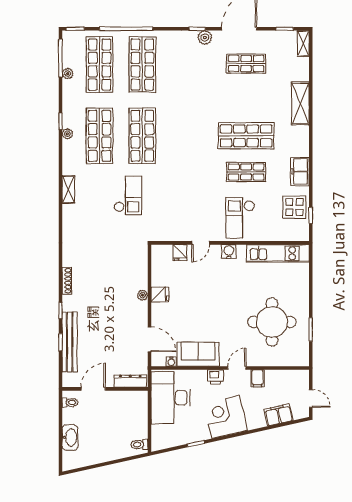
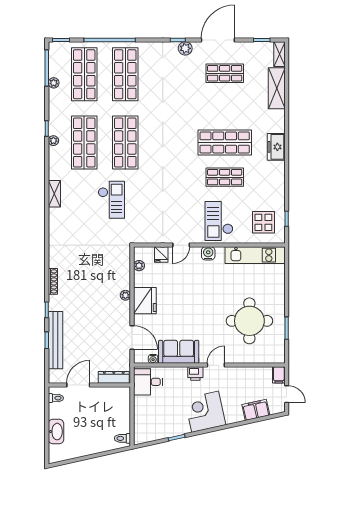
shelving: (300, 104) -> (277, 88), moved
freezer: (300, 172) -> (276, 147), moved
display table: (294, 207) -> (263, 222), moved
plant: (157, 264) -> (139, 266), added
fridge: (160, 294) -> (145, 301), width x1.88, depth x1.34
filing cabinet: (258, 378) -> (279, 375), moved
desk: (171, 398) -> (148, 382), width x0.53, depth x0.77

